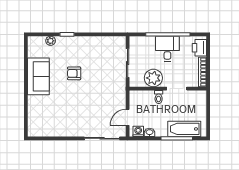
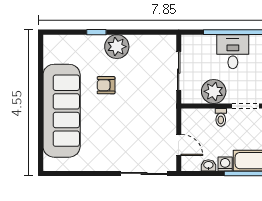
plant: (51, 41) -> (117, 47), moved, width x1.88, depth x1.88
sofa: (38, 76) -> (62, 111), width x1.85, depth x1.27
door: (128, 117) -> (179, 145), swing flipped
washing machine: (138, 131) -> (225, 164), moved

